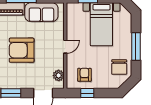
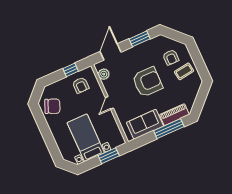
window: (136, 46) -> (46, 132), removed
chair: (119, 67) -> (52, 106), turned 113

